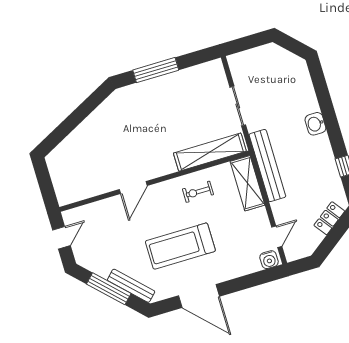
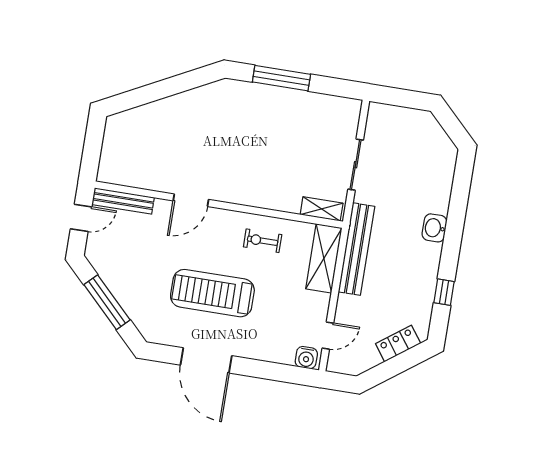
shelving: (210, 152) -> (322, 209), width x0.45, depth x0.75
bench: (131, 286) -> (123, 201), moved, turned -45

